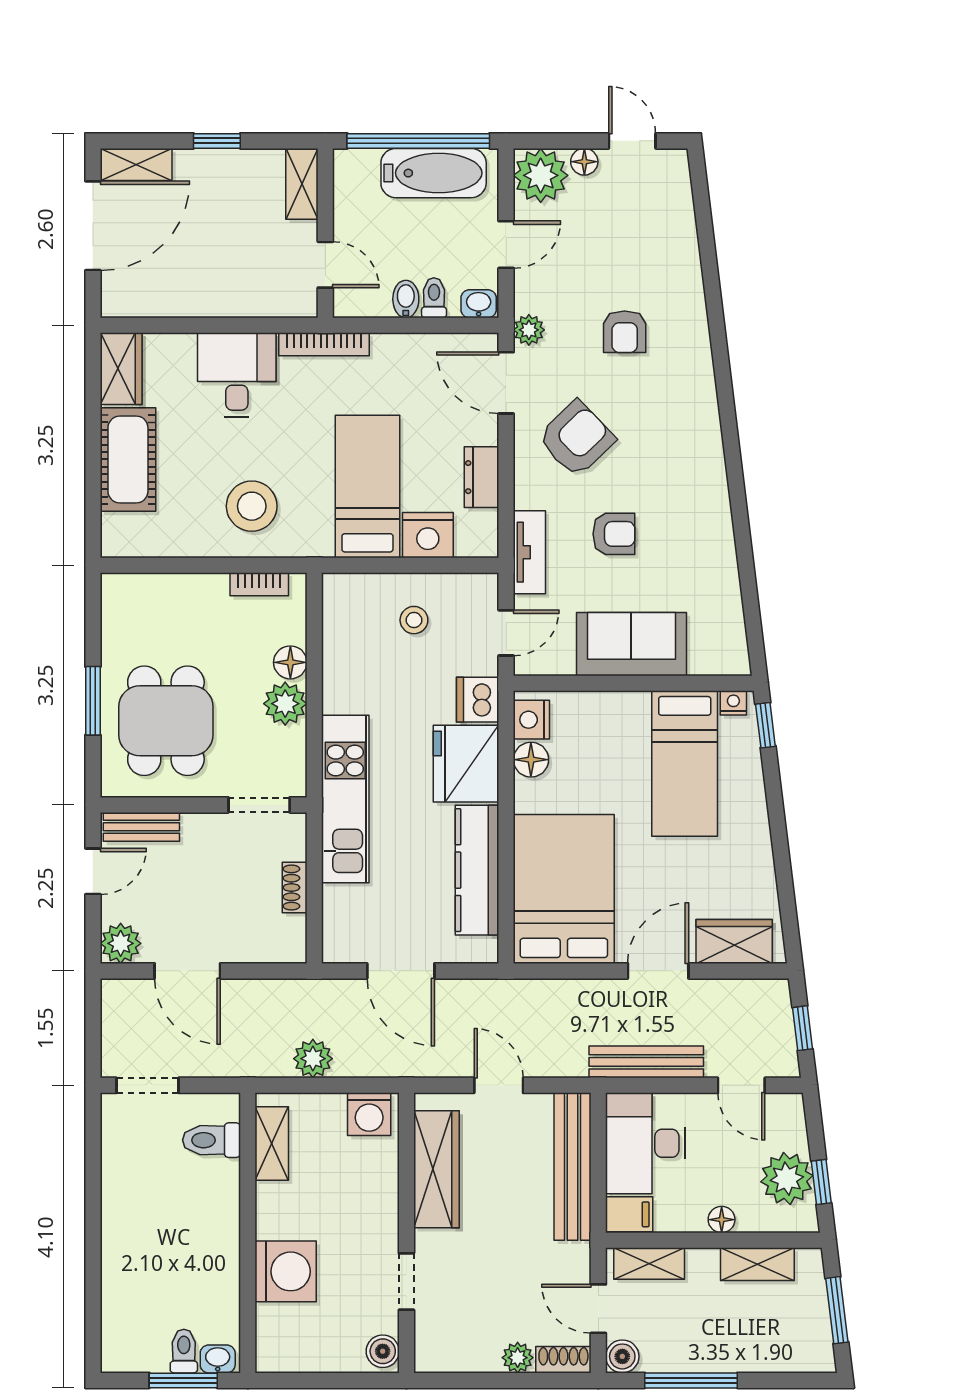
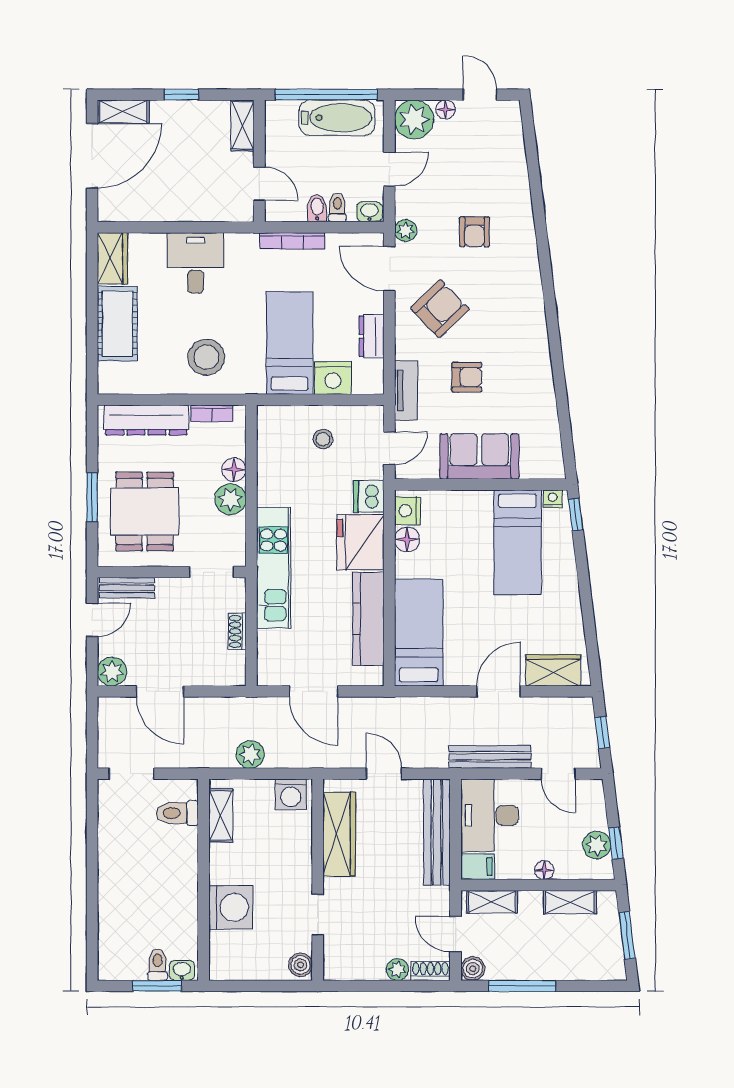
bookcase: (324, 344) -> (292, 241), moved
dresser: (168, 593) -> (146, 420), added
bed: (564, 889) -> (419, 632), width x0.67
plant: (787, 1179) -> (597, 845), width x0.73, depth x0.73

